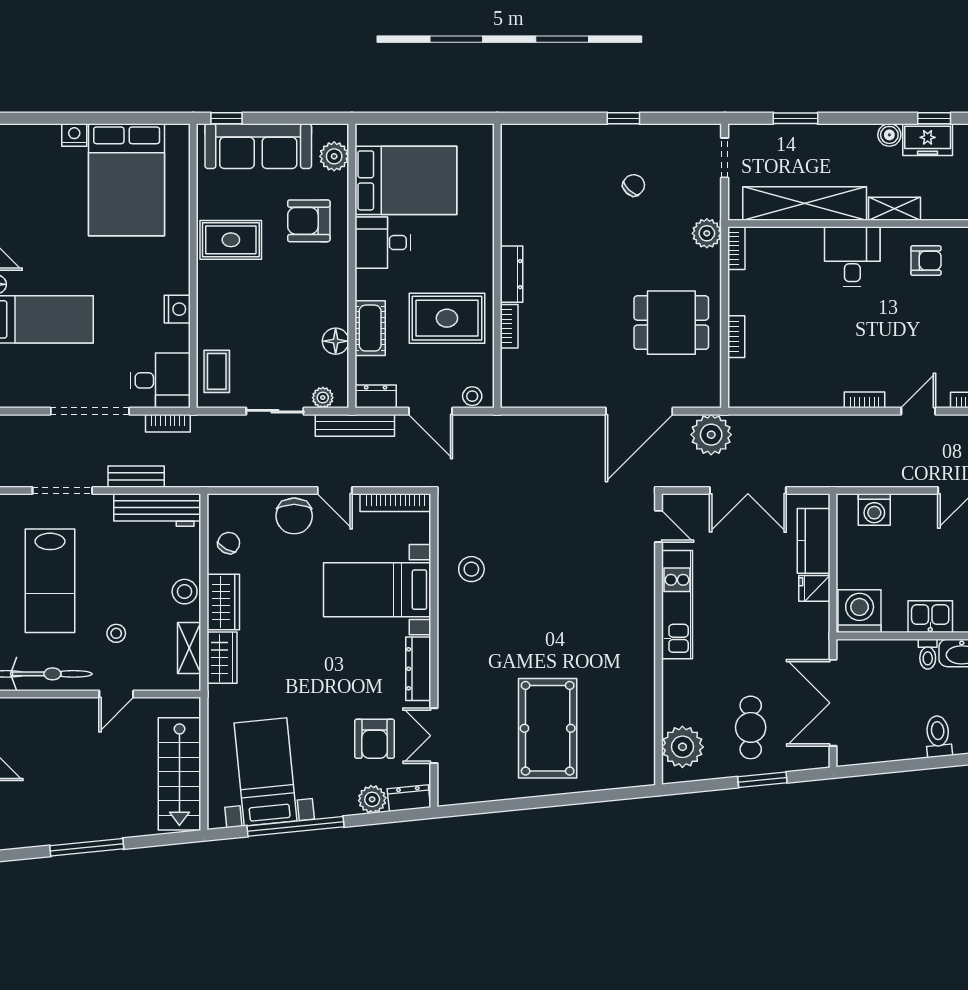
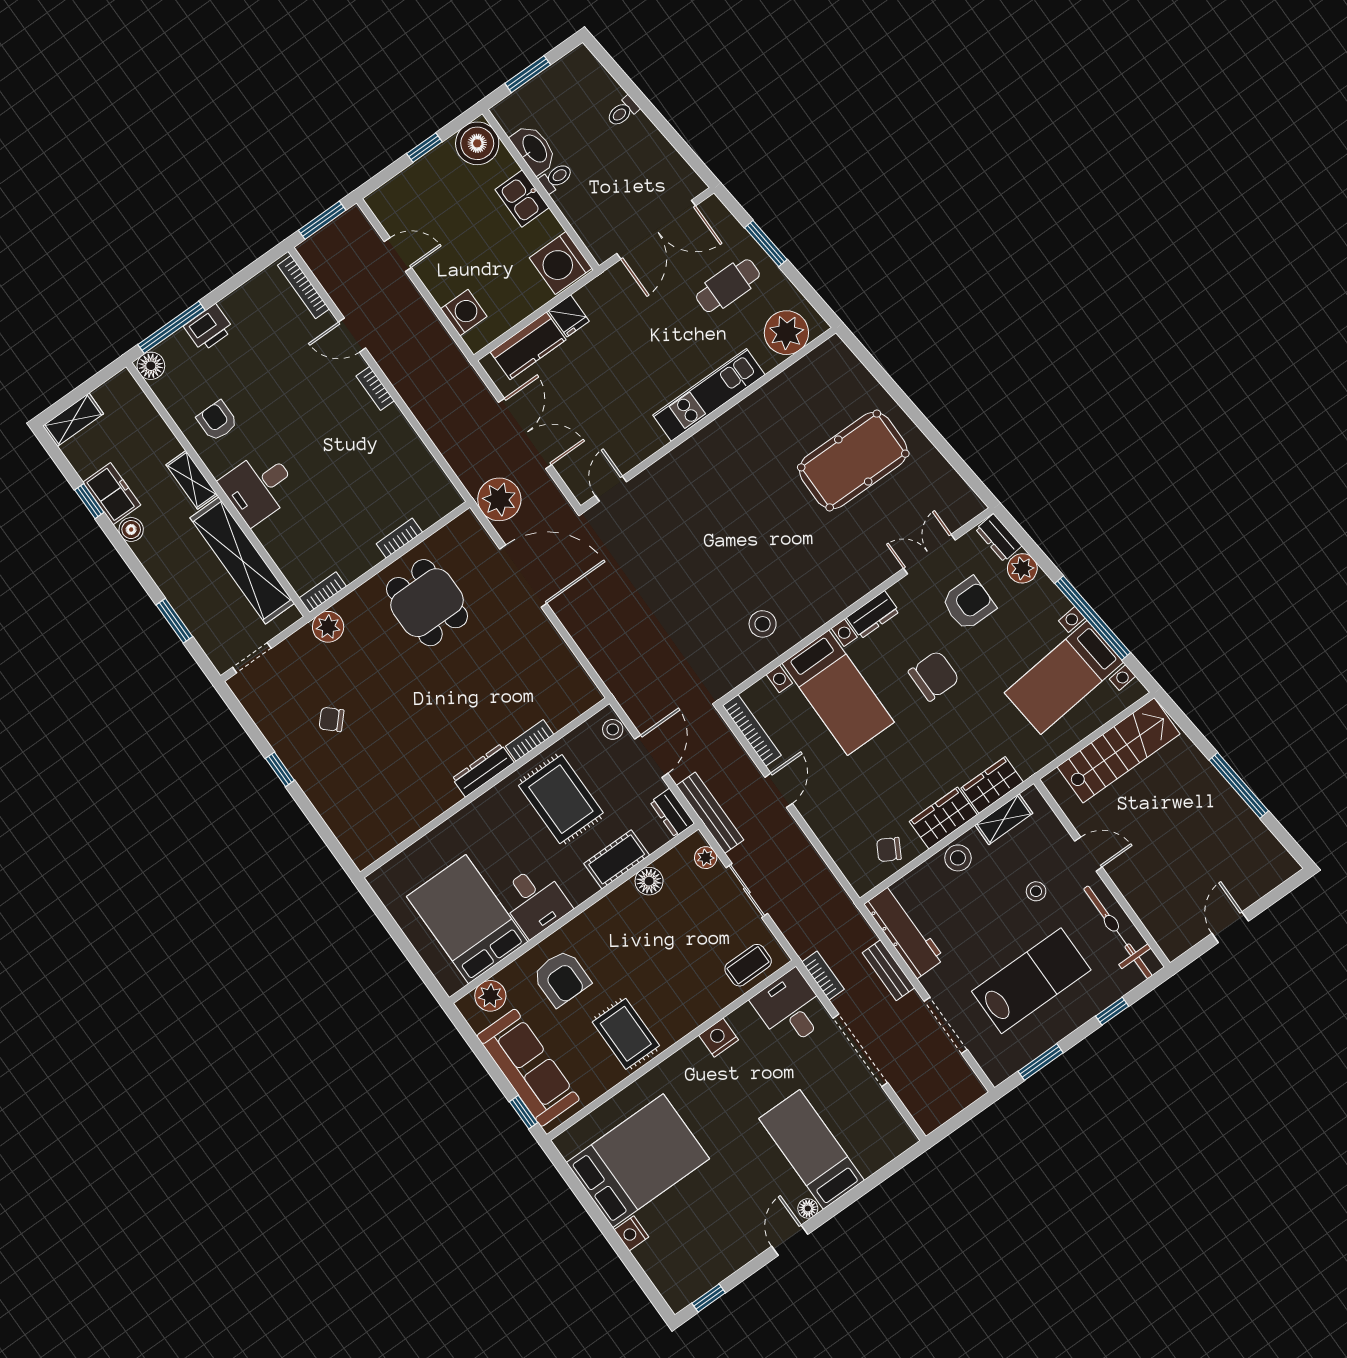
chair: (294, 516) -> (934, 676), moved
kitchen unit: (677, 605) -> (709, 395), moved
dresser: (418, 669) -> (873, 615), width x0.70
double door: (434, 736) -> (929, 554), swing flipped
toilet: (938, 736) -> (623, 112), width x0.73, depth x0.72

